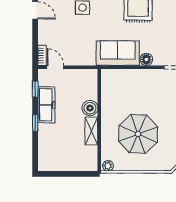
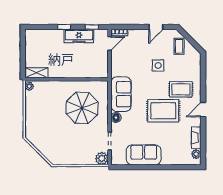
boiler: (90, 108) -> (76, 72), removed
shelving: (91, 131) -> (36, 73), moved
parasol: (138, 134) -> (82, 108), moved

